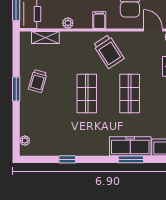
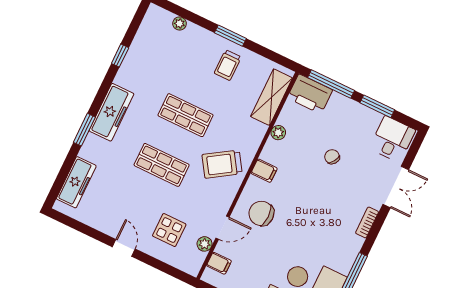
shelving: (45, 38) -> (272, 97), width x1.50, depth x1.33
trolley: (38, 81) -> (228, 65), turned -106
plant: (25, 141) -> (180, 23), moved
freezer: (130, 146) -> (111, 112), moved

